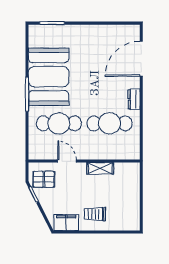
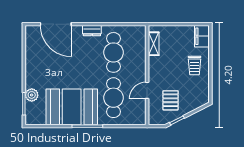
plant: (62, 32) -> (32, 95), added
shelving: (100, 168) -> (154, 44), moved
pallet: (44, 179) -> (171, 100), moved
filing cabinet: (66, 222) -> (202, 36), moved

